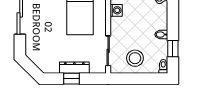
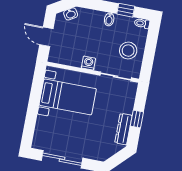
washing machine: (116, 10) -> (88, 63), moved
dresser: (74, 68) -> (123, 129), moved

